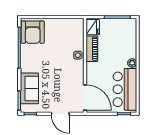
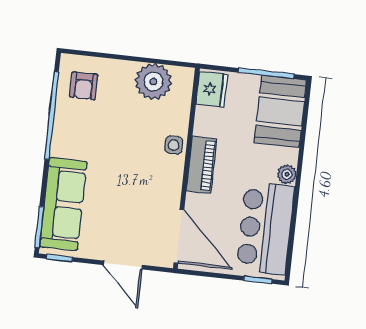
plant: (65, 27) -> (153, 82), added
armchair: (33, 32) -> (84, 86), width x0.53, depth x0.53
booth: (126, 34) -> (280, 111), added
piano: (92, 49) -> (201, 165), moved
sofa: (29, 88) -> (63, 204), width x1.36

